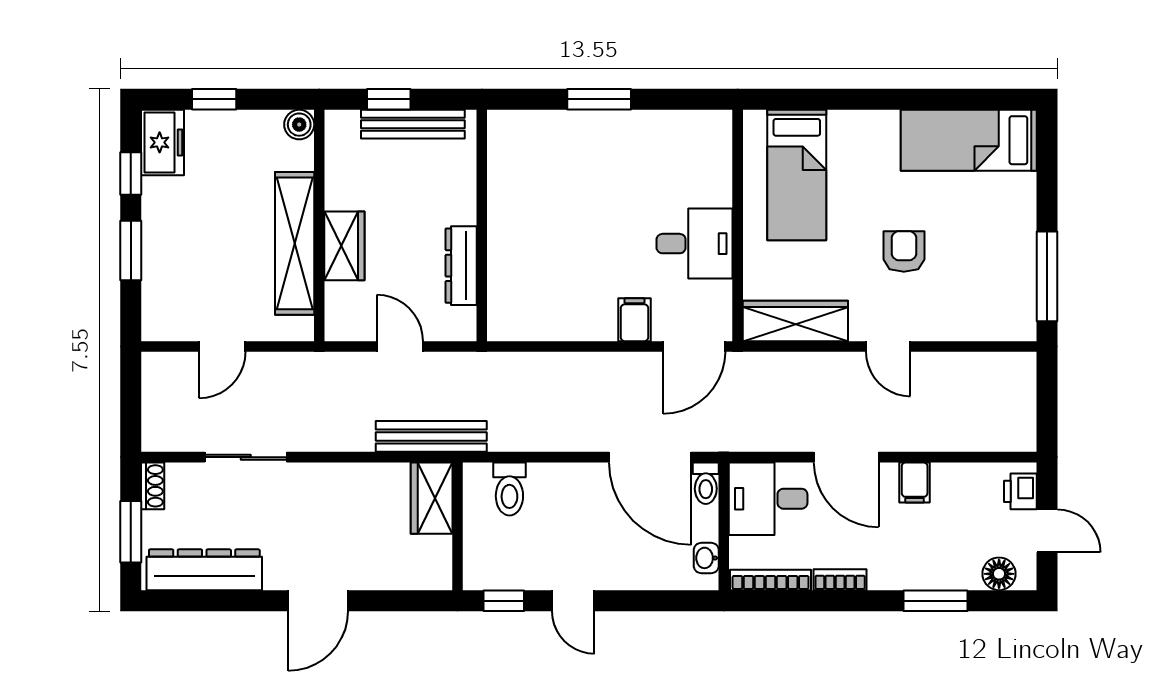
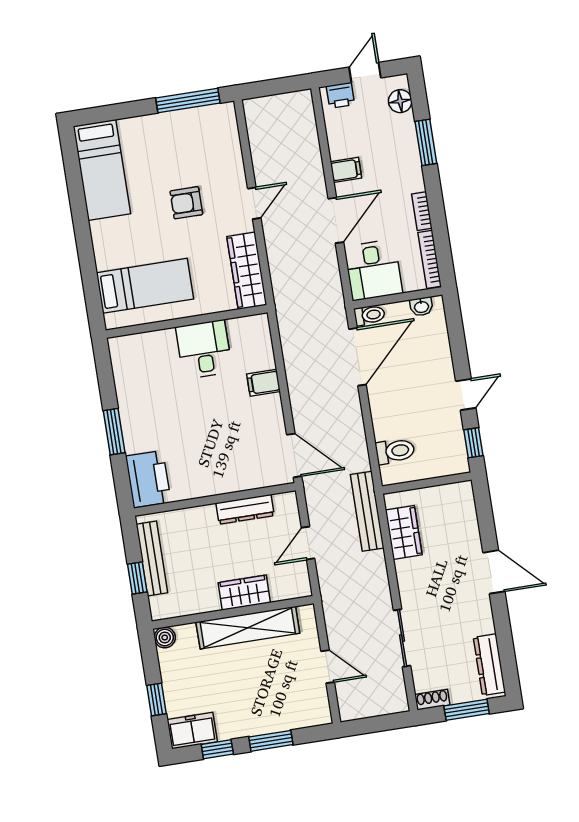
printer: (525, 137) -> (148, 479), added
door: (694, 347) -> (294, 455), moved
wardrobe: (432, 498) -> (404, 532), moved, turned -90
dresser: (204, 570) -> (489, 665), width x0.73, depth x0.80

